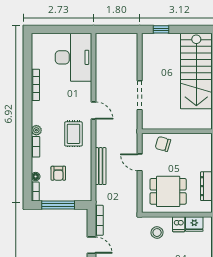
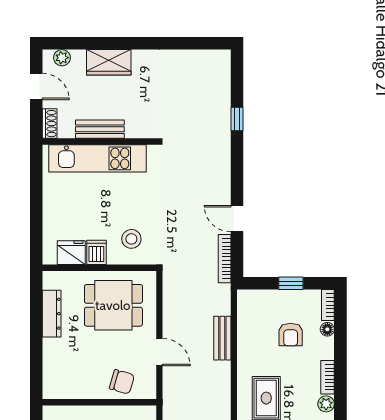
bench: (101, 166) -> (222, 338), width x0.73
armchair: (58, 173) -> (291, 335), turned 180
window: (58, 205) -> (291, 283), width x0.46

